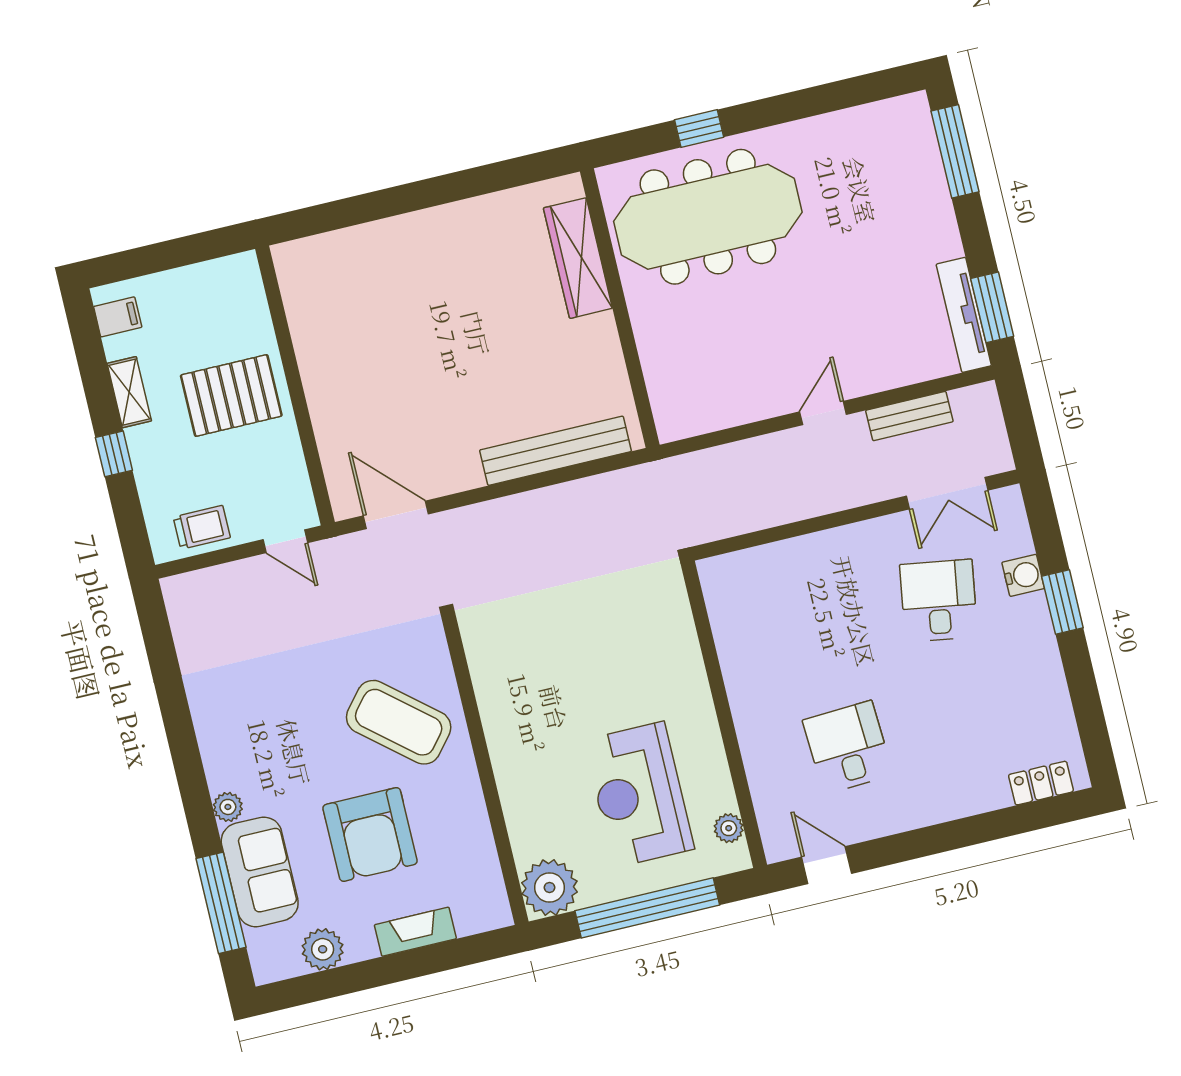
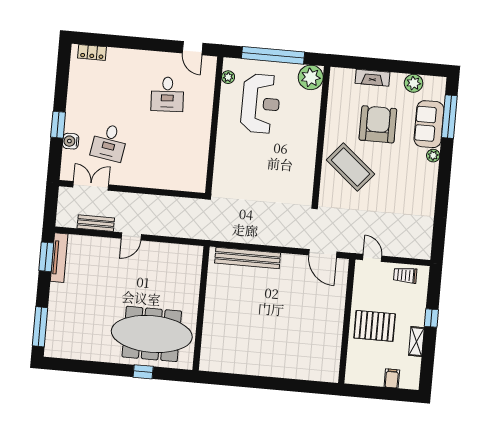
wardrobe: (578, 258) -> (211, 335), removed
filing cabinet: (118, 317) -> (392, 378), moved, turned 90

